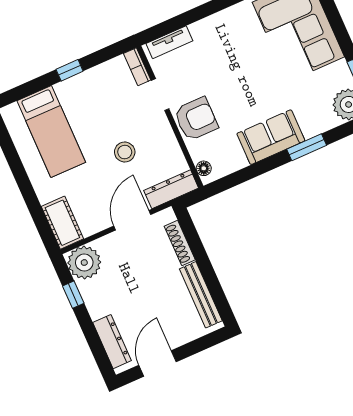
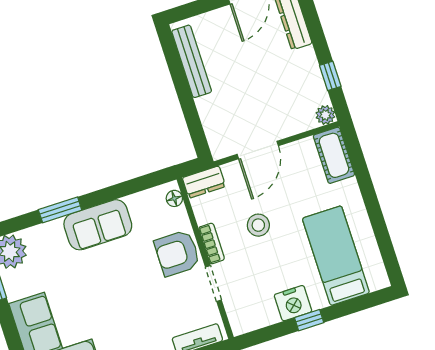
bookcase: (137, 67) -> (212, 243), moved
nightstand: (86, 84) -> (293, 303), added
dresser: (171, 189) -> (204, 182), width x0.70
shoe rack: (180, 243) -> (209, 120), removed
plant: (84, 263) -> (325, 115), width x0.53, depth x0.53

